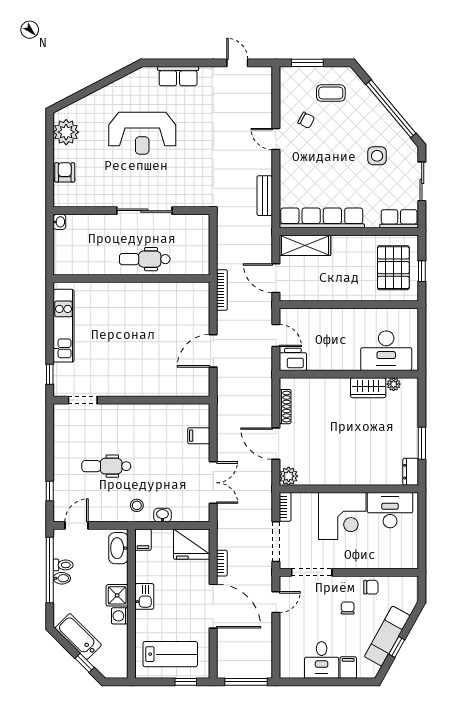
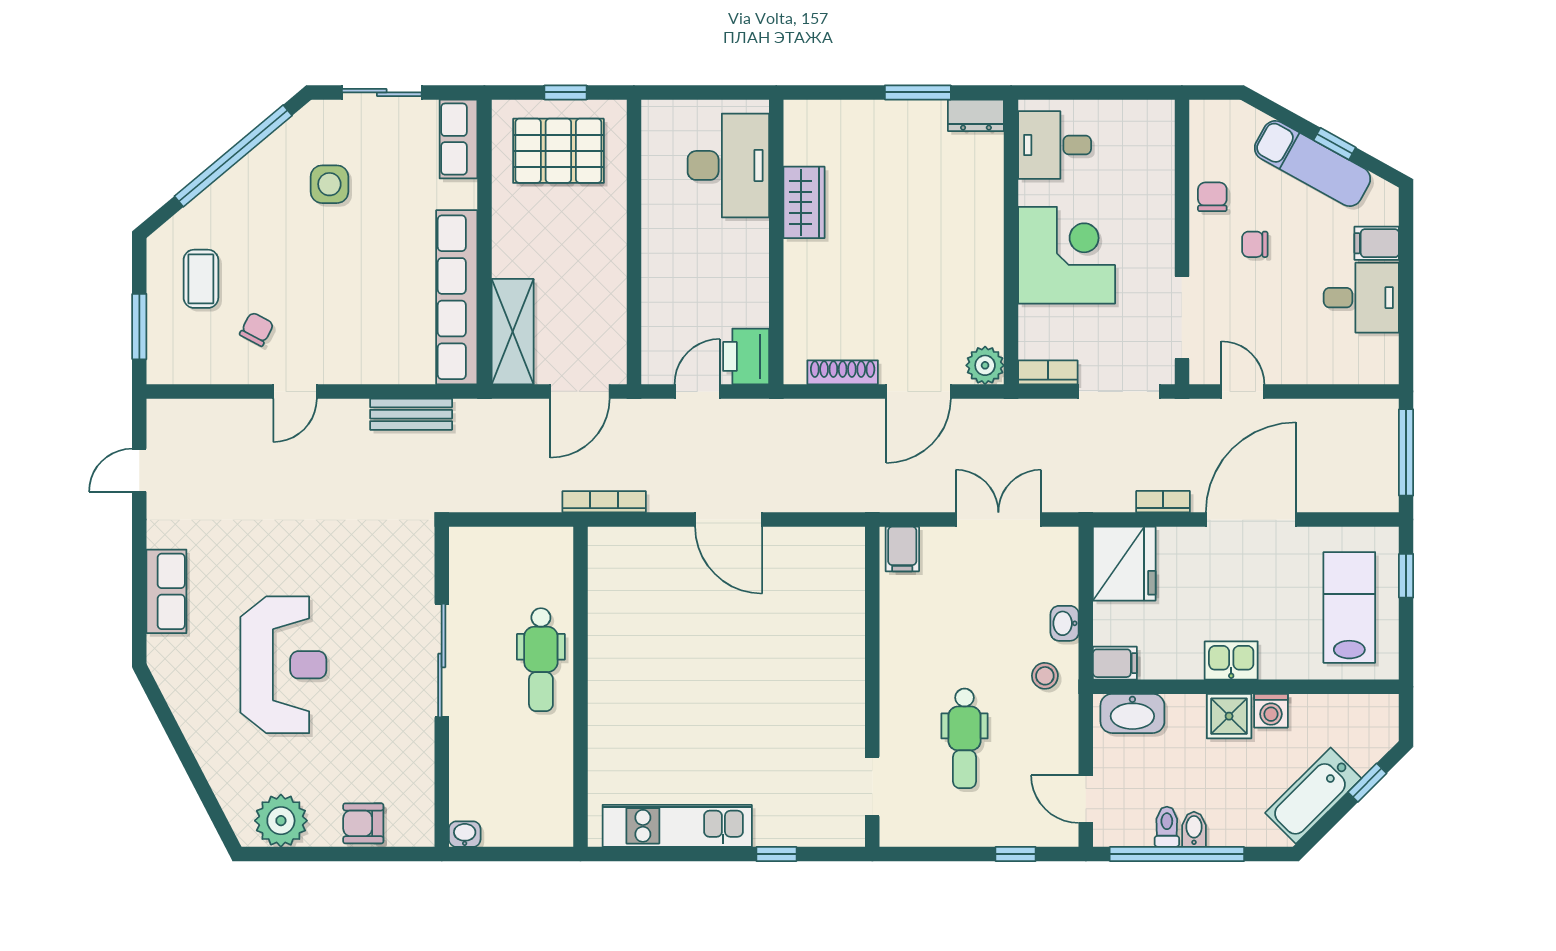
plant: (394, 384) -> (797, 150), removed
doorway: (83, 400) -> (872, 786), moved
wall: (131, 400) -> (872, 687), moved
desk: (390, 510) -> (1055, 145), width x0.73

